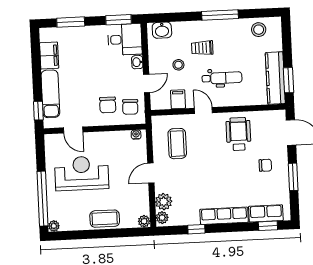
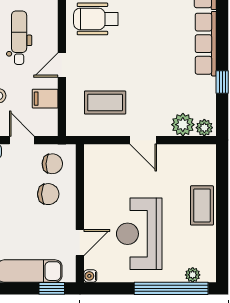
water cooler: (136, 135) -> (90, 276), moved
plant: (144, 221) -> (208, 152), removed
plant: (54, 226) -> (193, 275), moved

